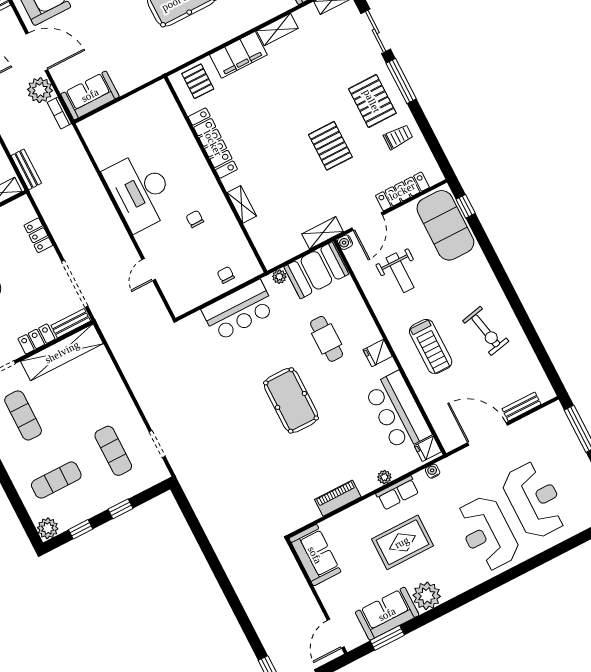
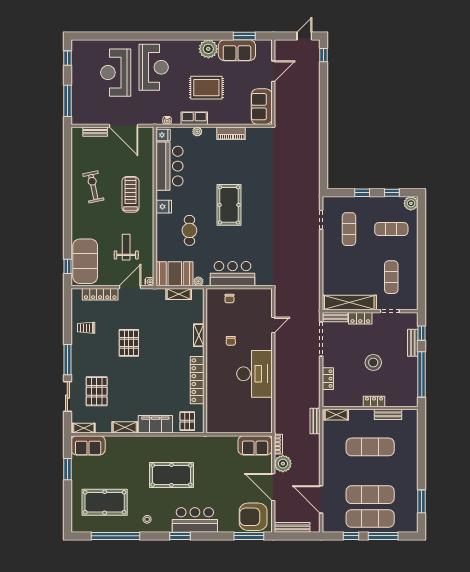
pallet: (372, 101) -> (97, 391), moved
shelving: (323, 233) -> (179, 294), moved
door: (336, 634) -> (273, 71), moved

